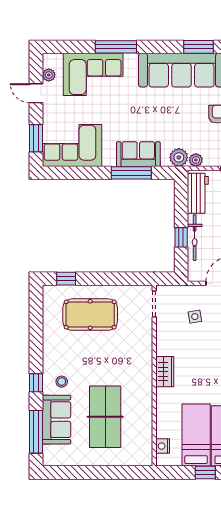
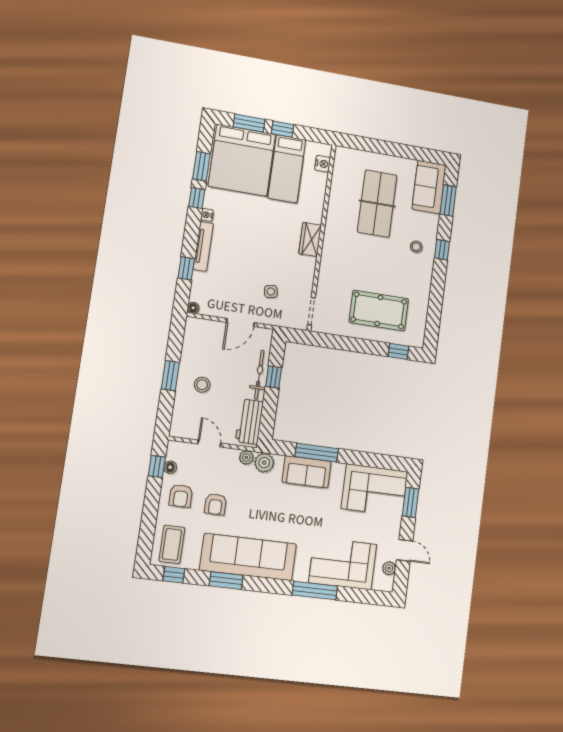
sofa: (57, 420) -> (429, 187), moved
window: (36, 432) -> (448, 201), width x0.69

